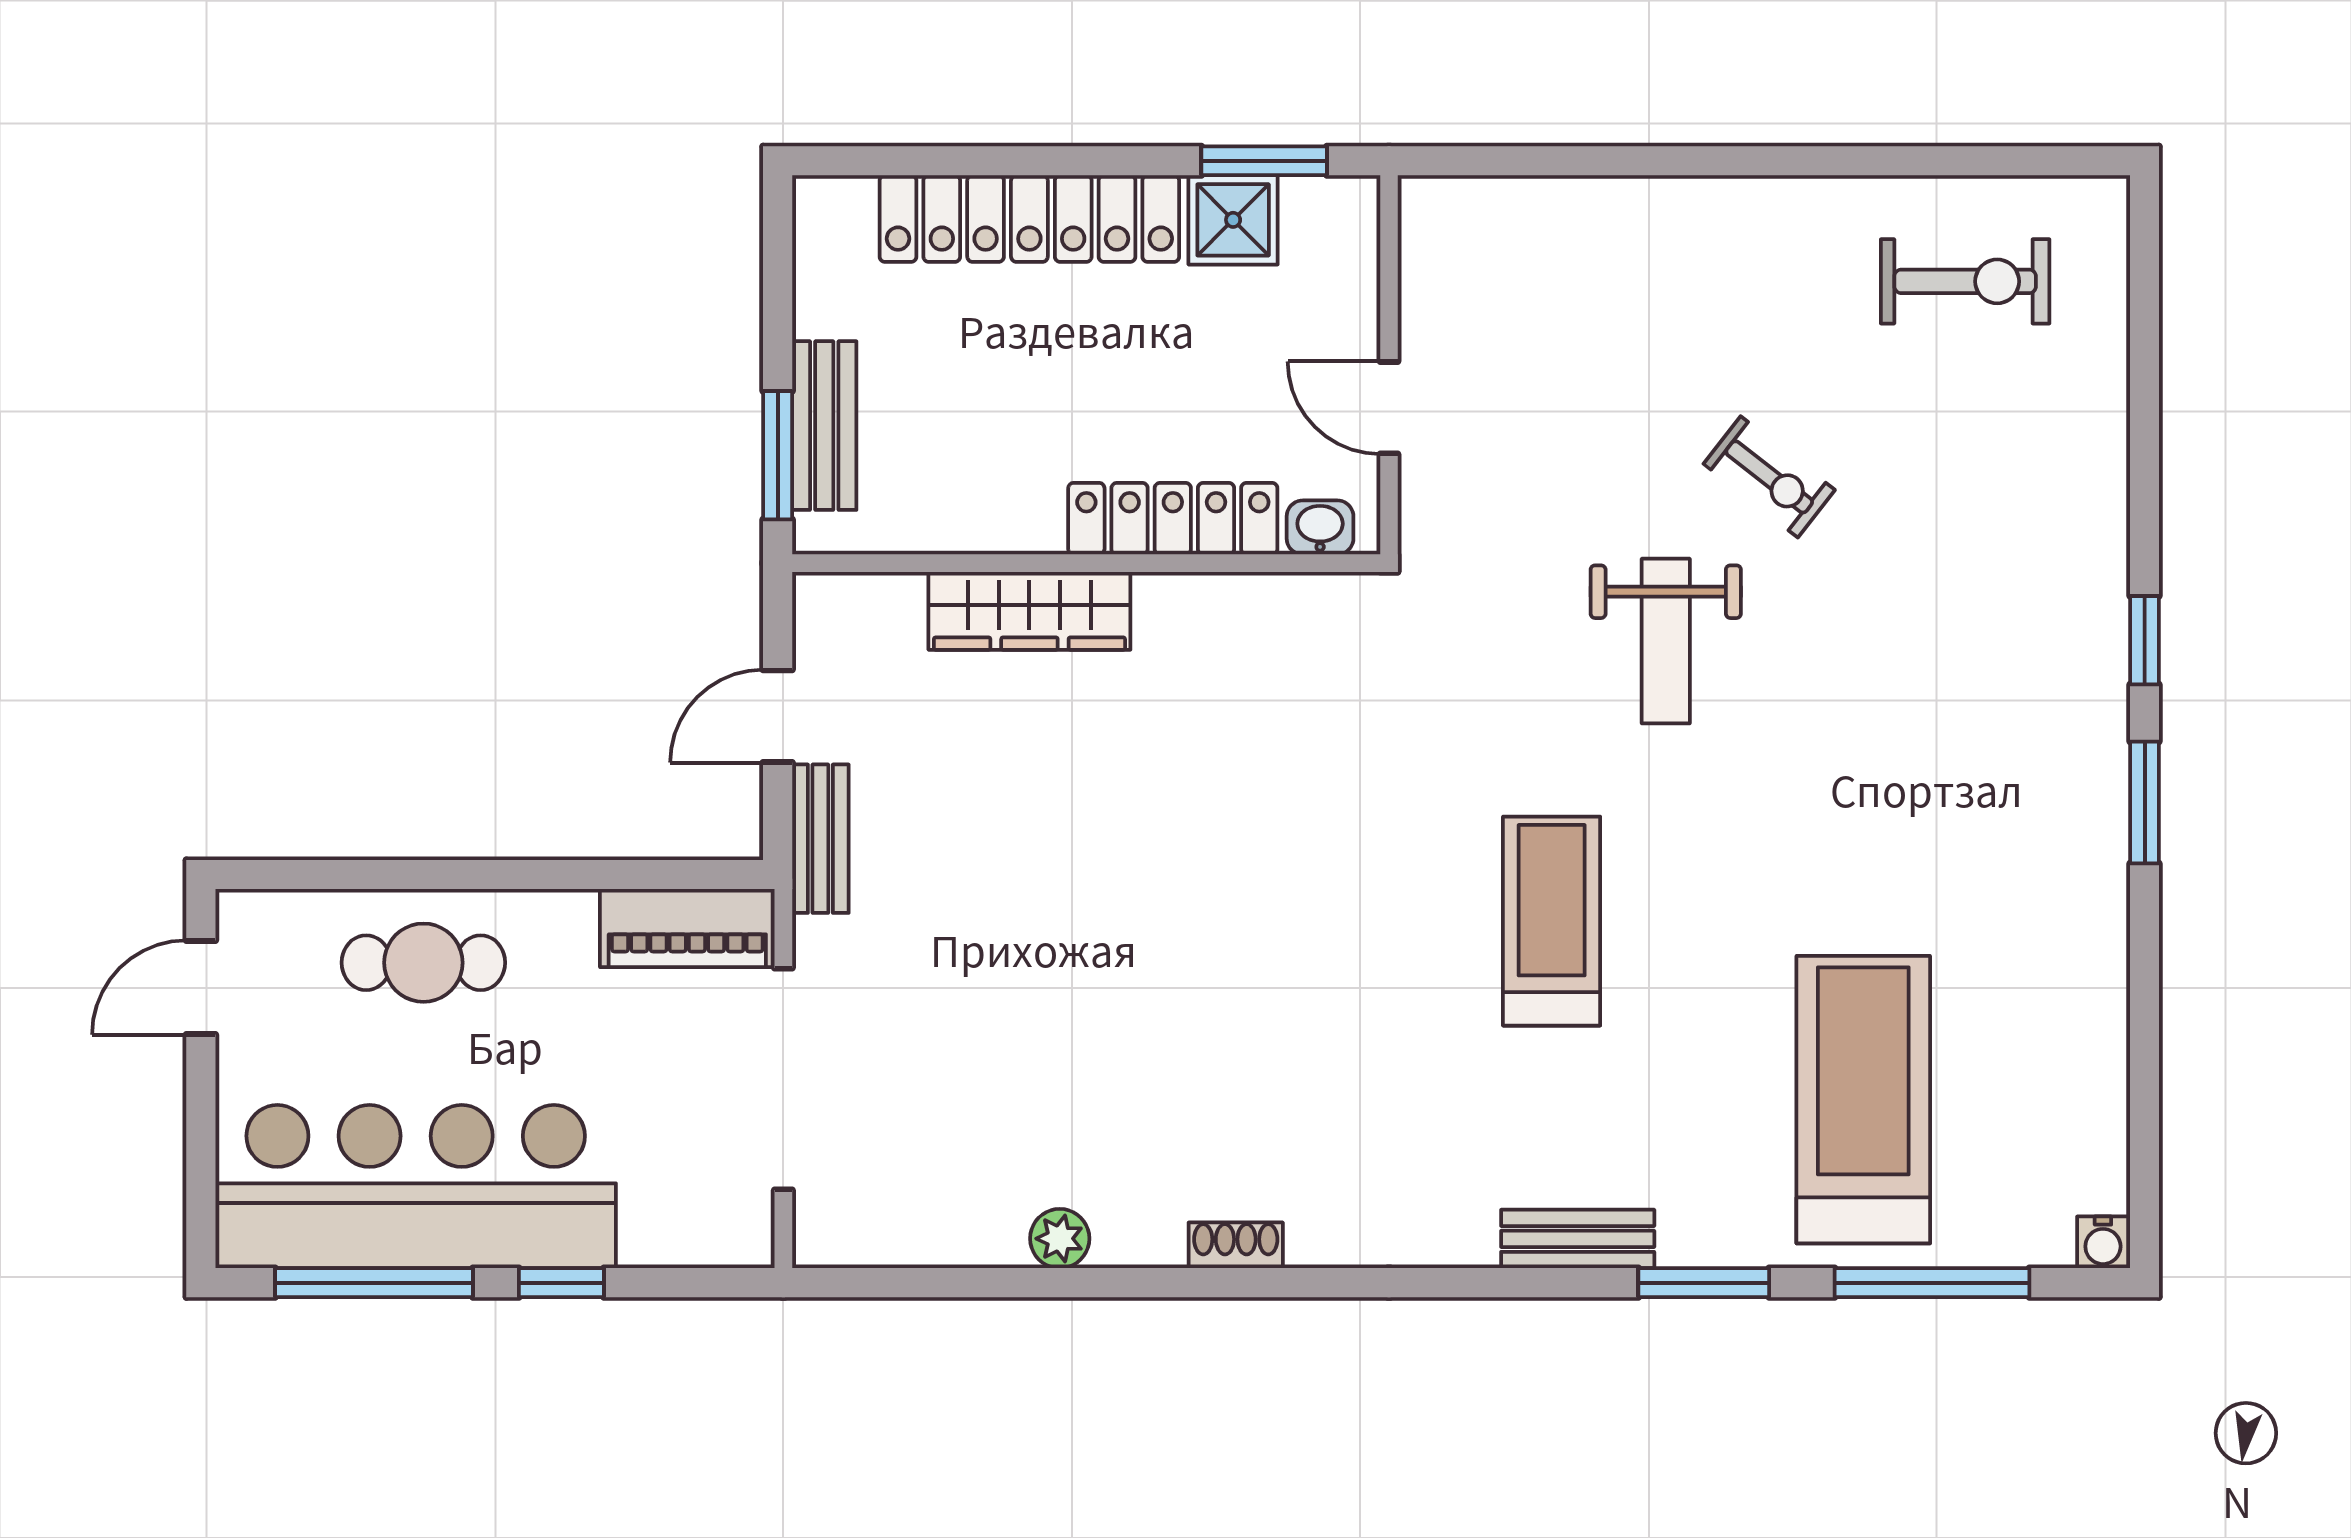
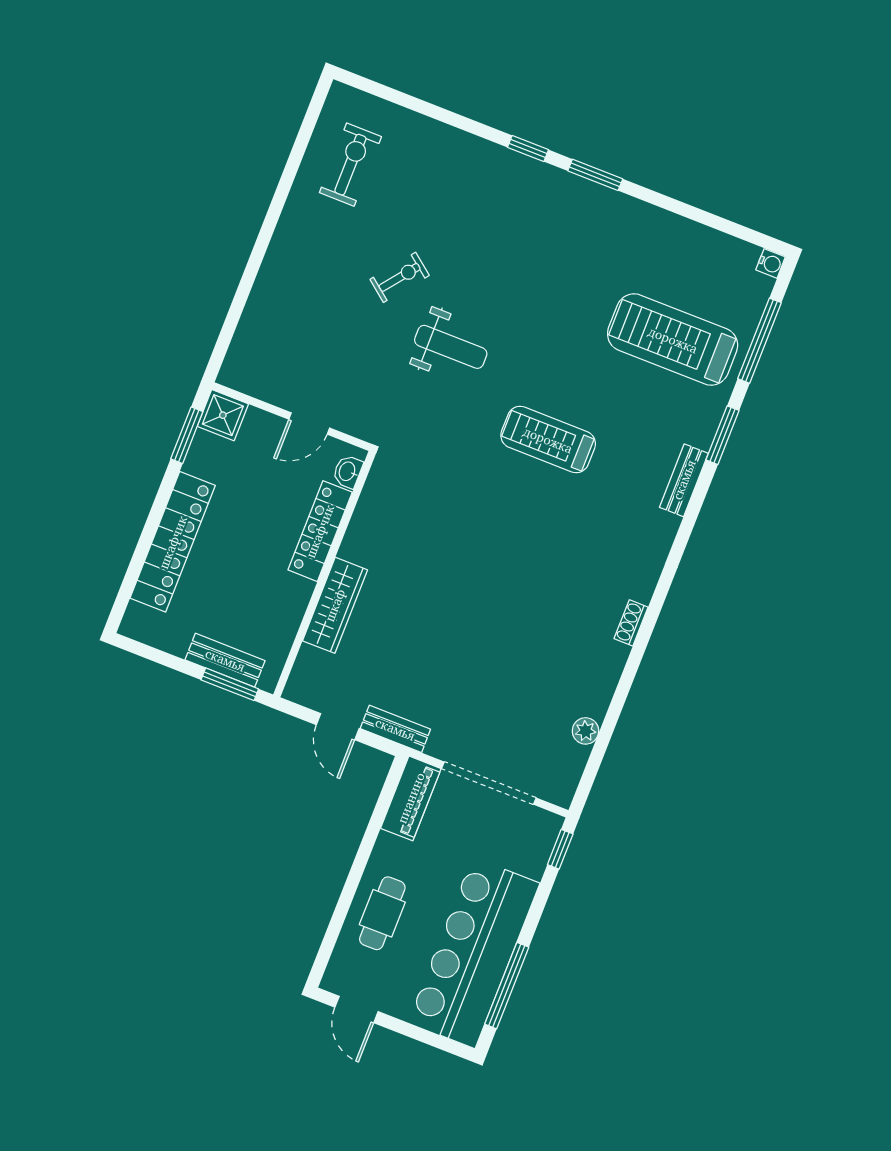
shower: (1233, 220) -> (223, 415), moved
plant: (1060, 1239) -> (586, 731), moved
window: (561, 1283) -> (560, 849), moved

